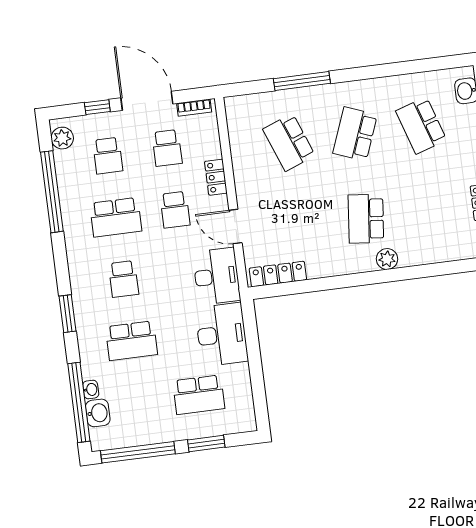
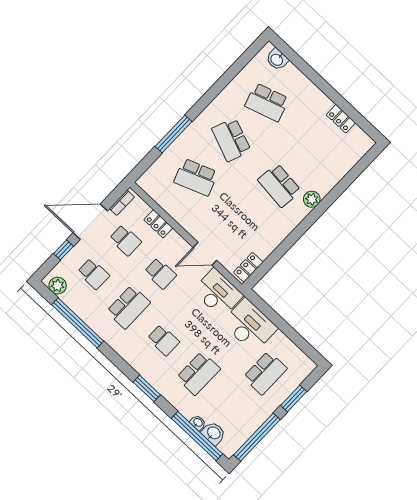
locker: (216, 177) -> (158, 224), moved
locker: (278, 274) -> (248, 267), width x0.66

